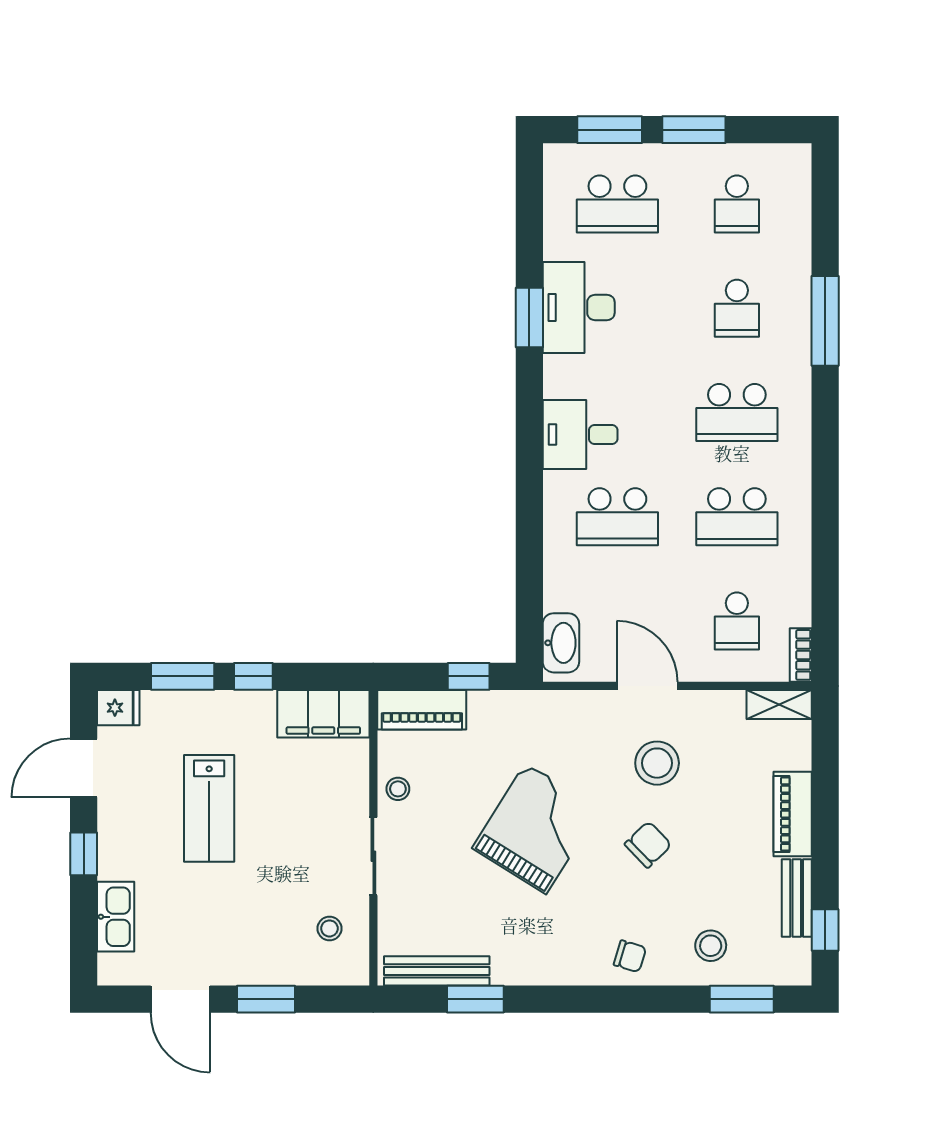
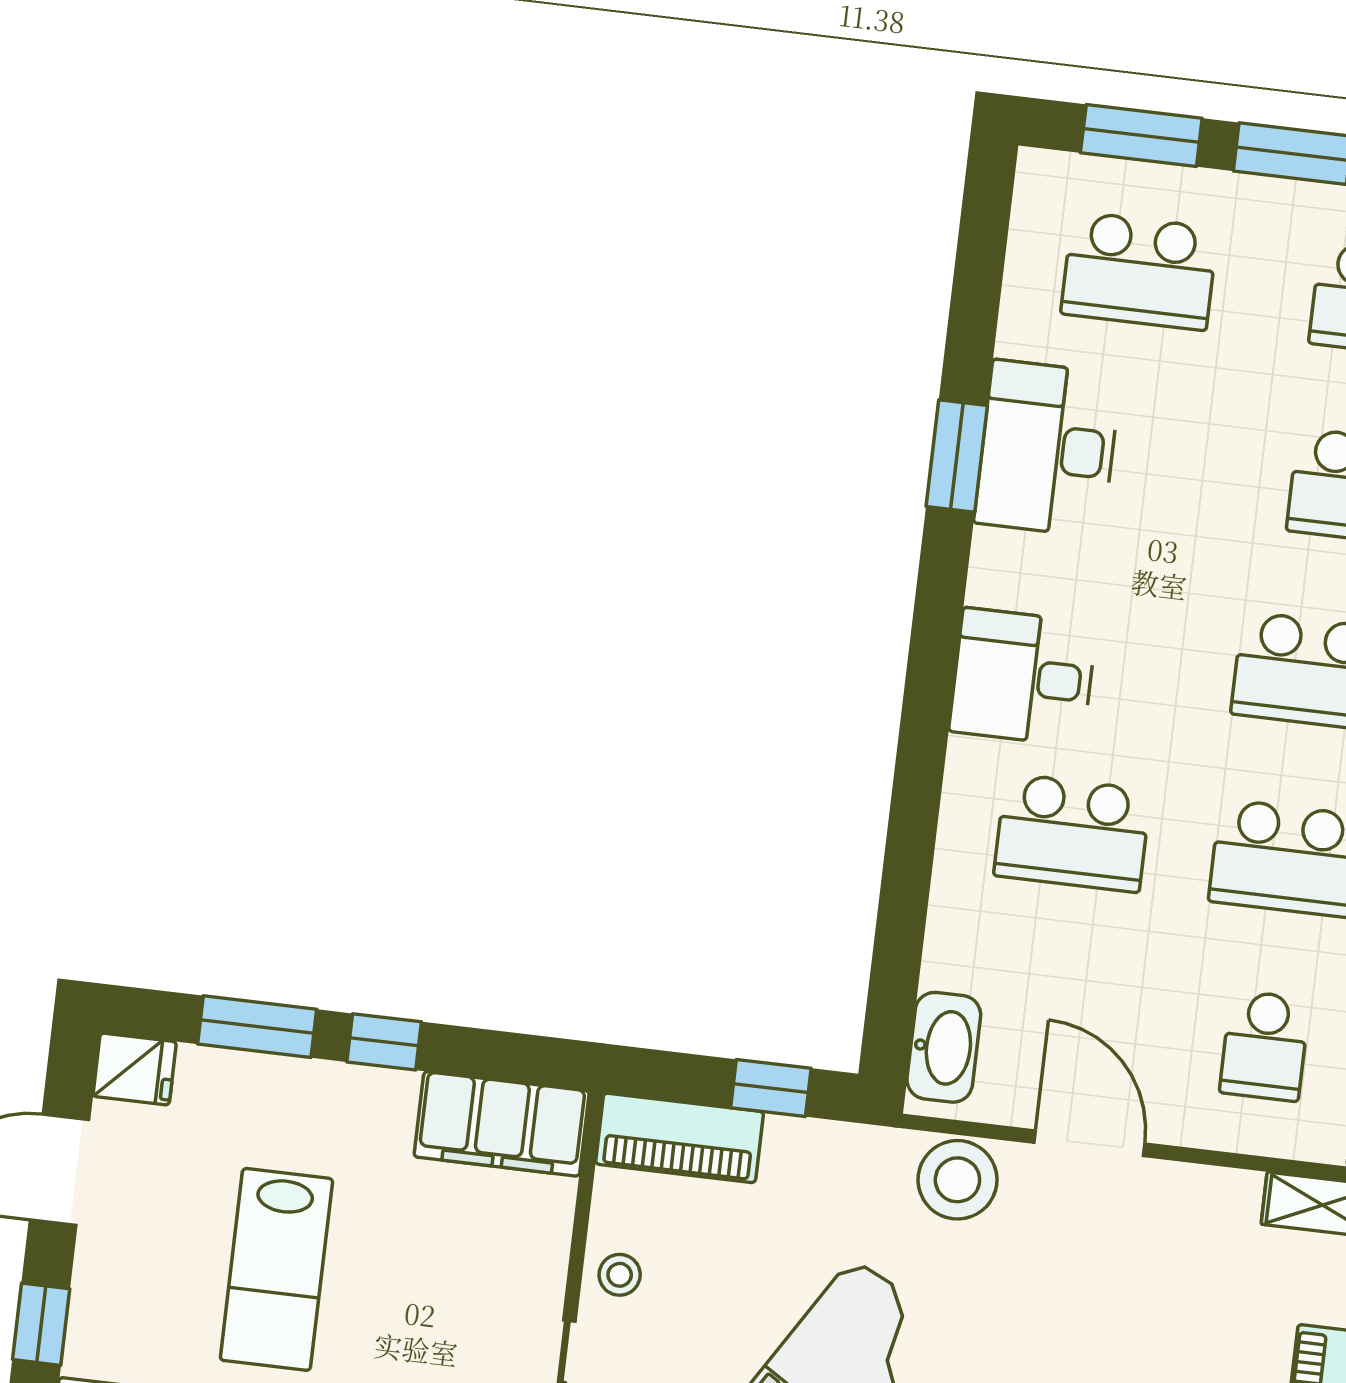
stool: (657, 763) -> (957, 1180), moved

